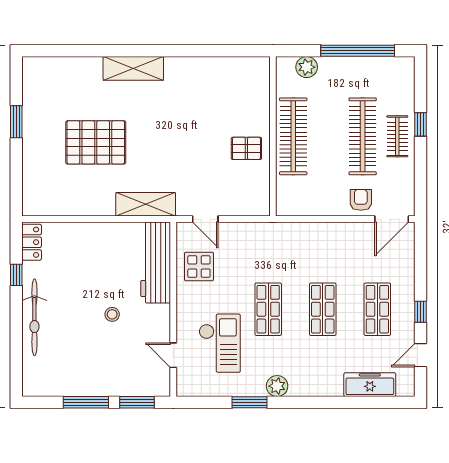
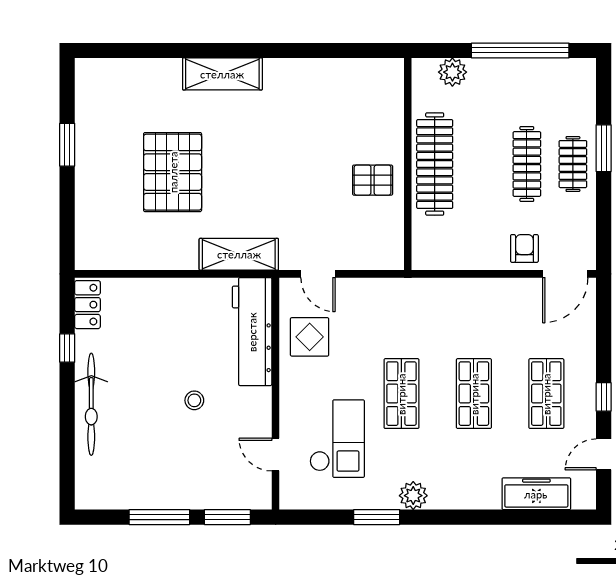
window: (420, 124) -> (604, 148), width x1.50
clothes rail: (363, 136) -> (527, 164), width x0.73, depth x0.76
pallet: (96, 142) -> (173, 172), turned 90

